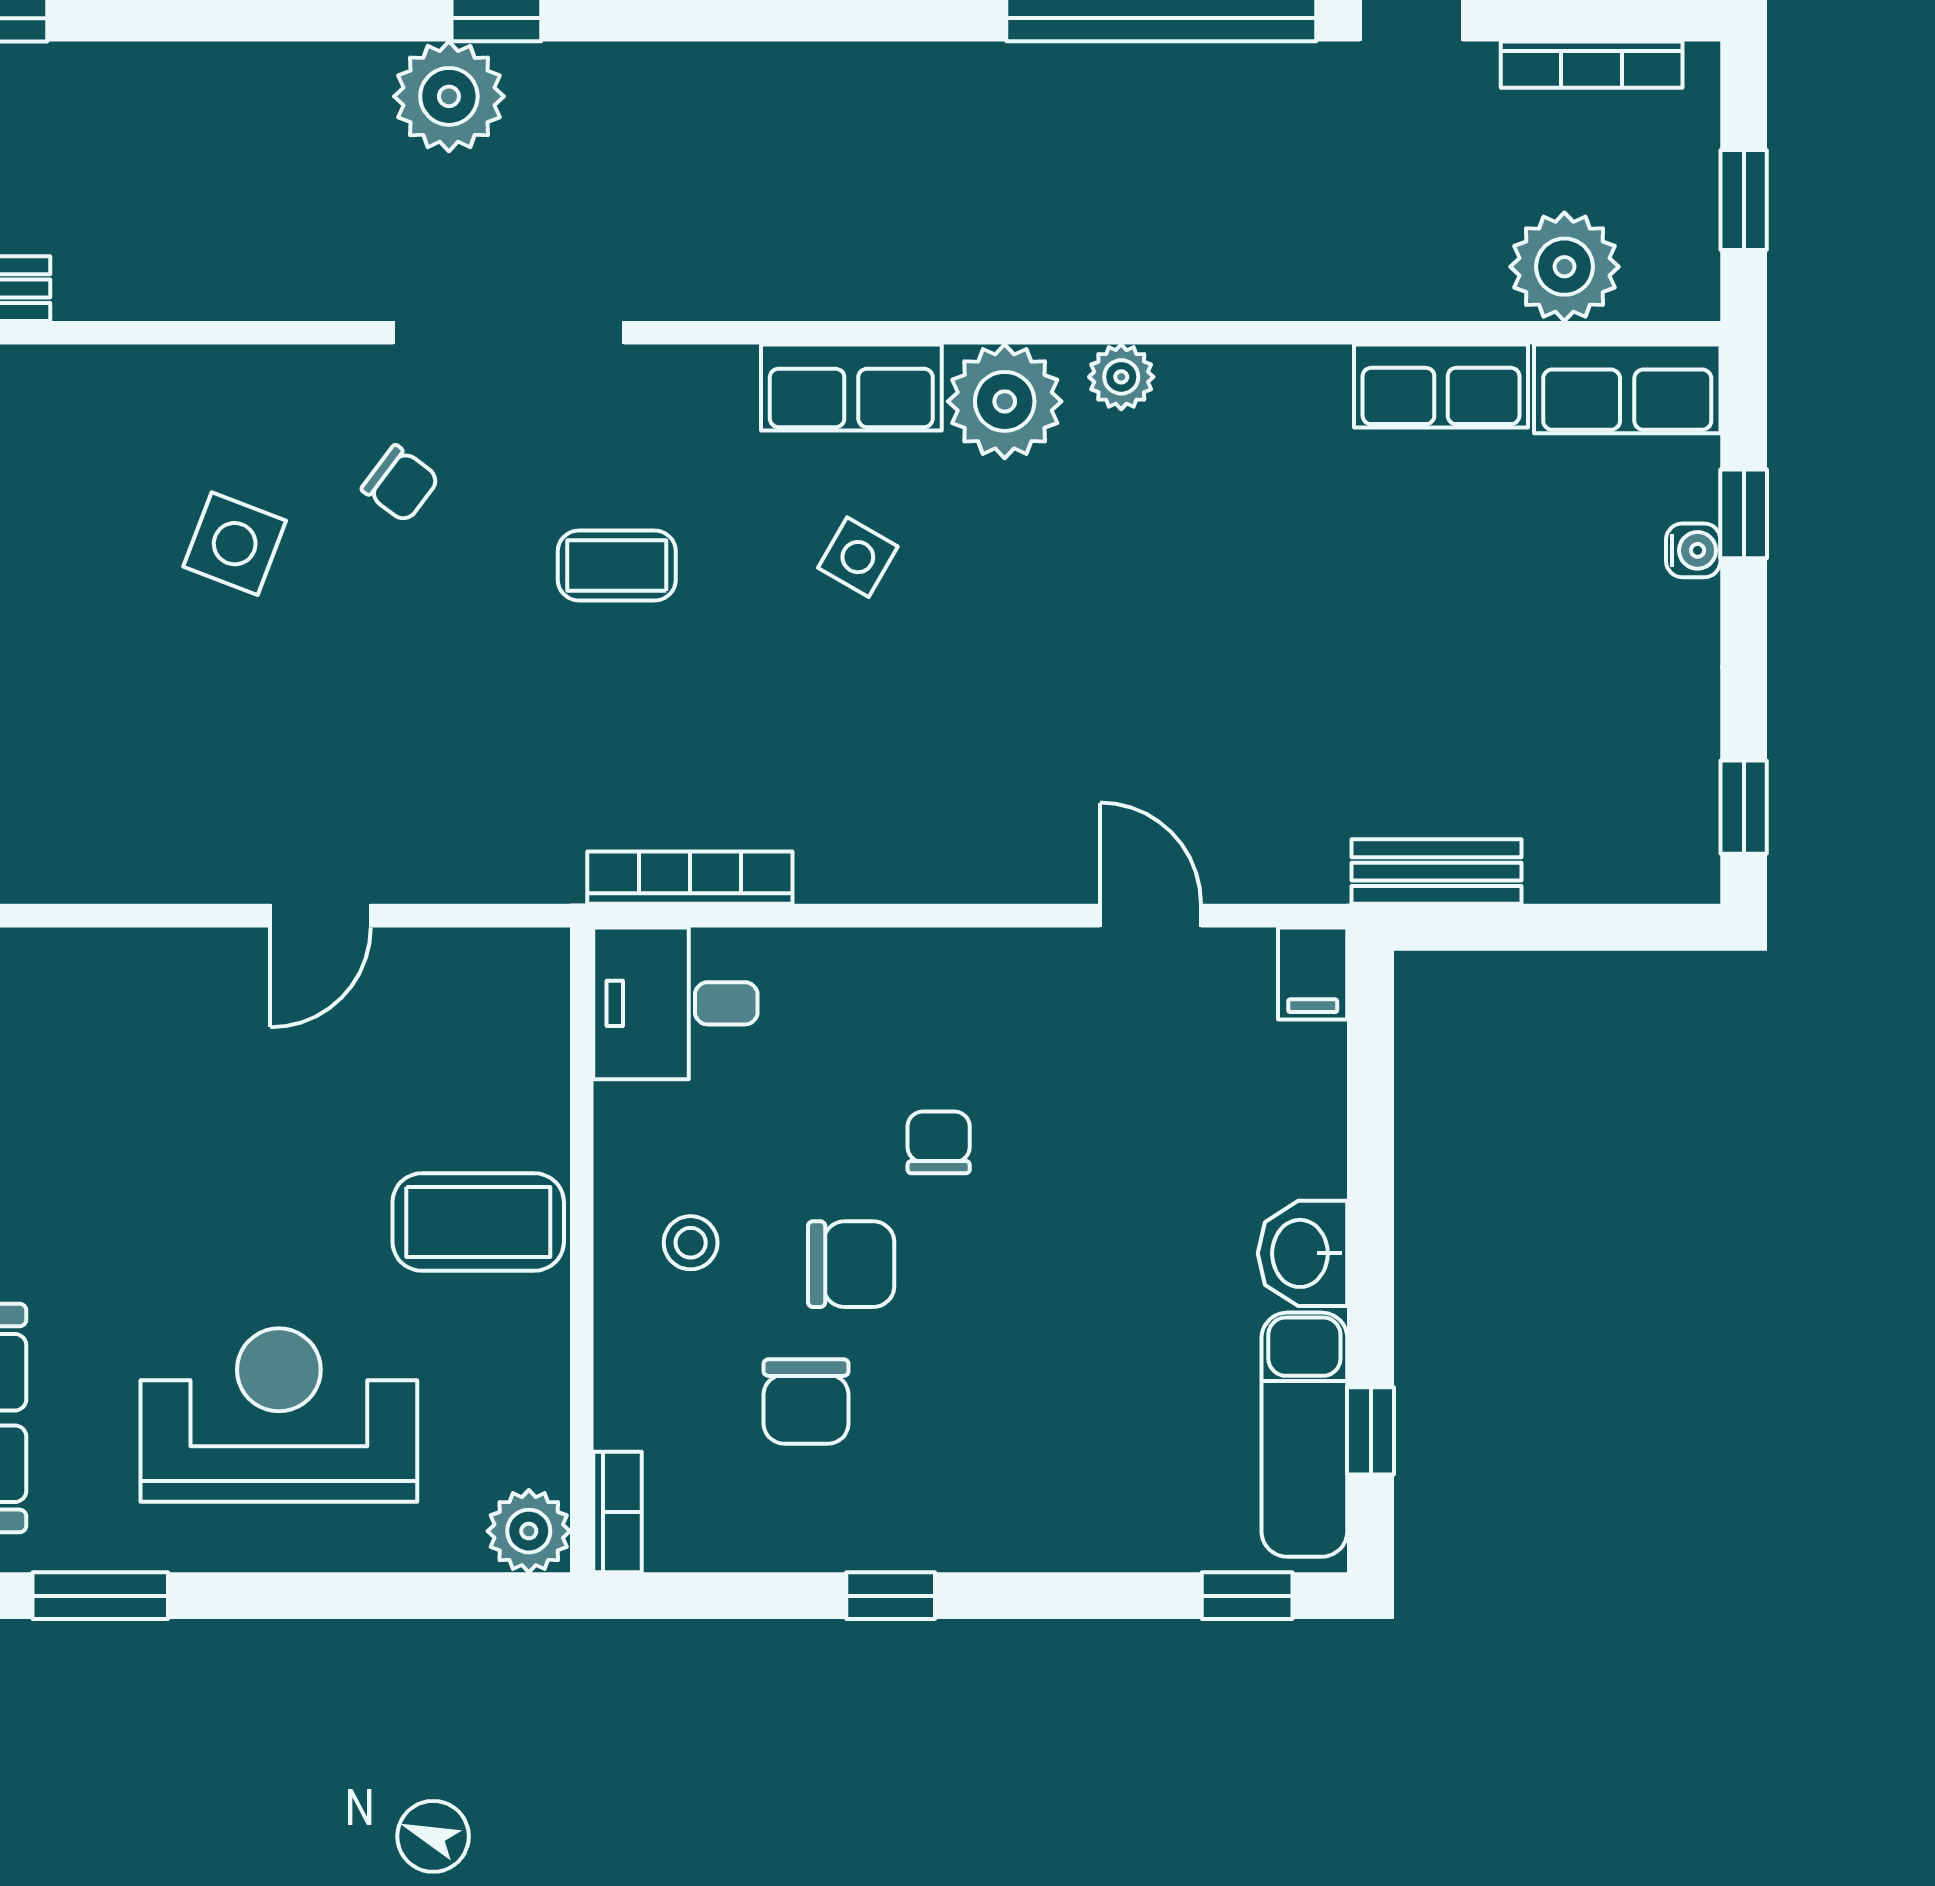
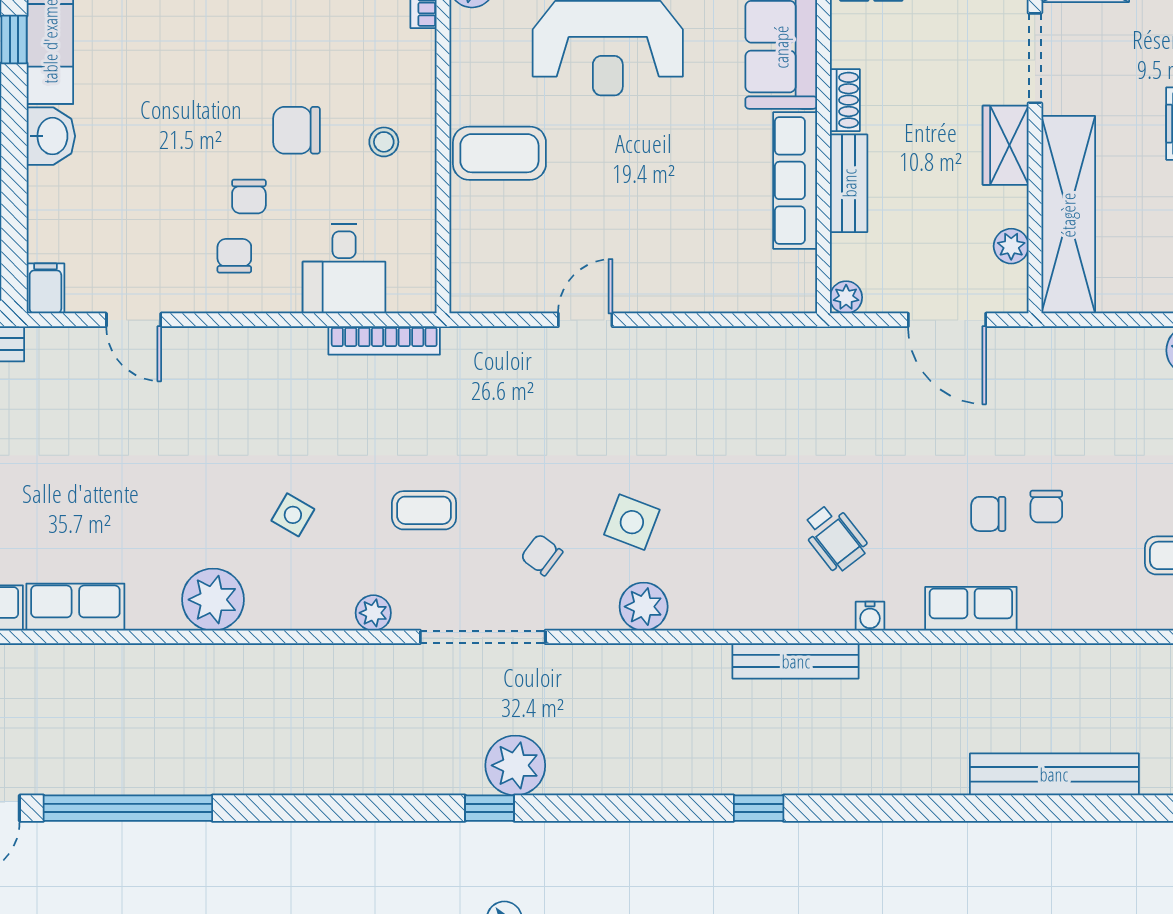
plant: (1121, 377) -> (373, 613), moved
row of seats: (851, 388) -> (75, 607), moved
plant: (213, 389) -> (644, 607), added
desk: (675, 1003) -> (344, 269), moved, turned 90
chair: (806, 1401) -> (234, 256), moved, width x0.73, depth x0.73

